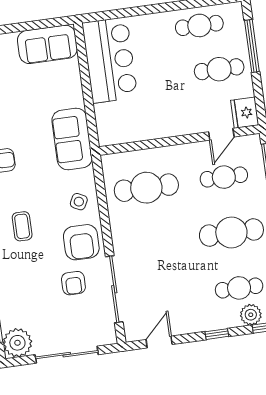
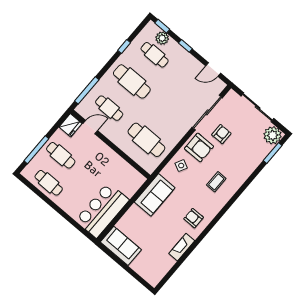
armchair: (81, 242) -> (199, 147), turned 90

